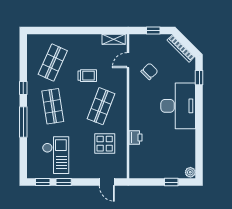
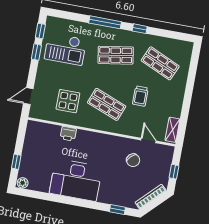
desk: (178, 106) -> (76, 180), moved

